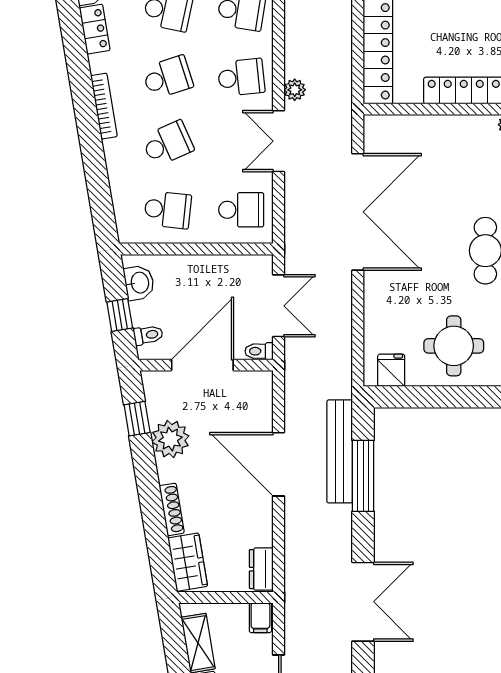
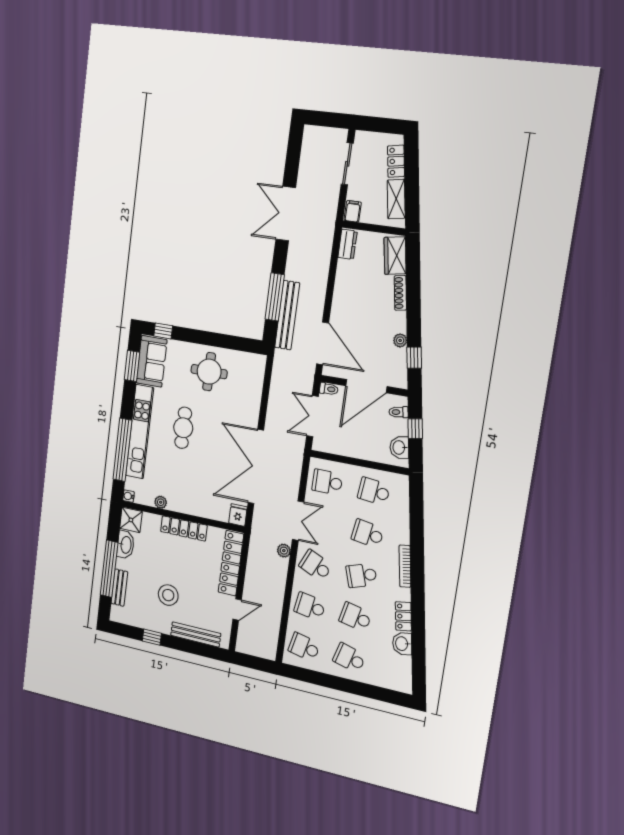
school desk: (241, 77) -> (316, 565), turned 30
school desk: (168, 144) -> (368, 534), turned 33
fridge: (391, 370) -> (238, 515), moved, turned 180
plant: (170, 439) -> (400, 340), width x0.53, depth x0.53
door: (279, 464) -> (323, 343), moved

